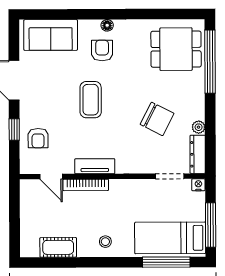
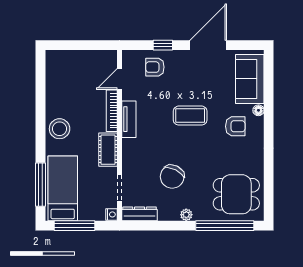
floor lamp: (107, 25) -> (258, 110), moved
dining table: (176, 49) -> (236, 194), turned 90
plant: (199, 127) -> (186, 215), moved
stool: (105, 242) -> (60, 129), width x1.89, depth x1.89
cot: (58, 247) -> (108, 150), moved

